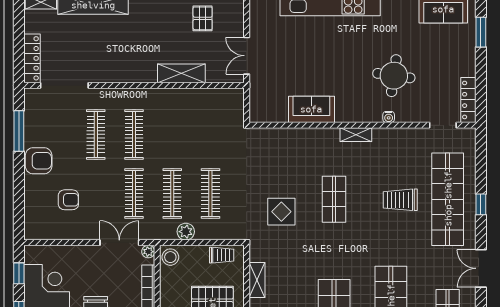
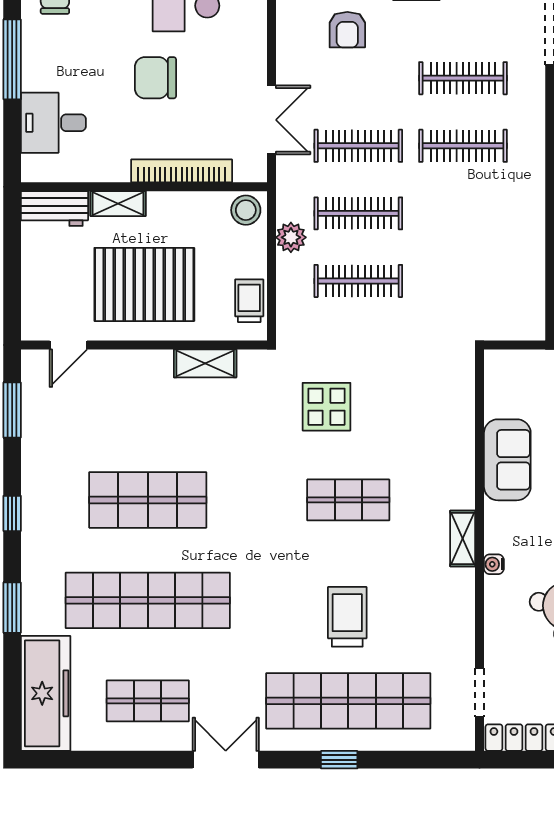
water cooler: (389, 117) -> (494, 564), moved
plant: (148, 252) -> (256, 171), removed
trolley: (222, 255) -> (249, 301), turned 180

